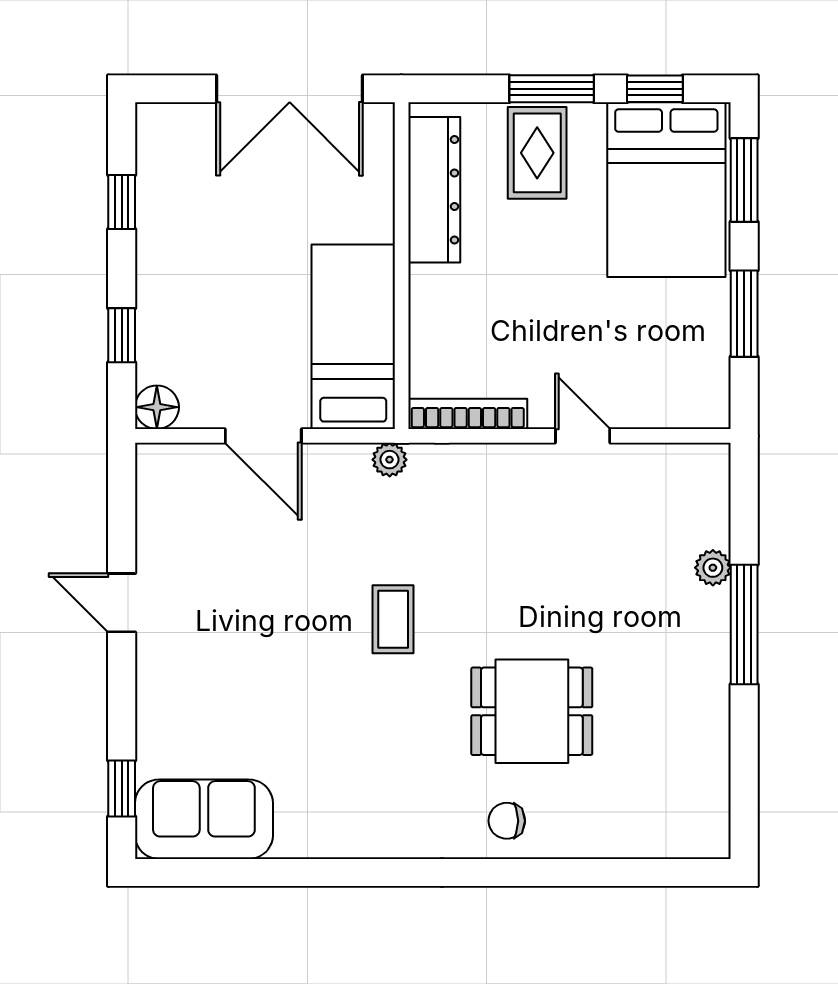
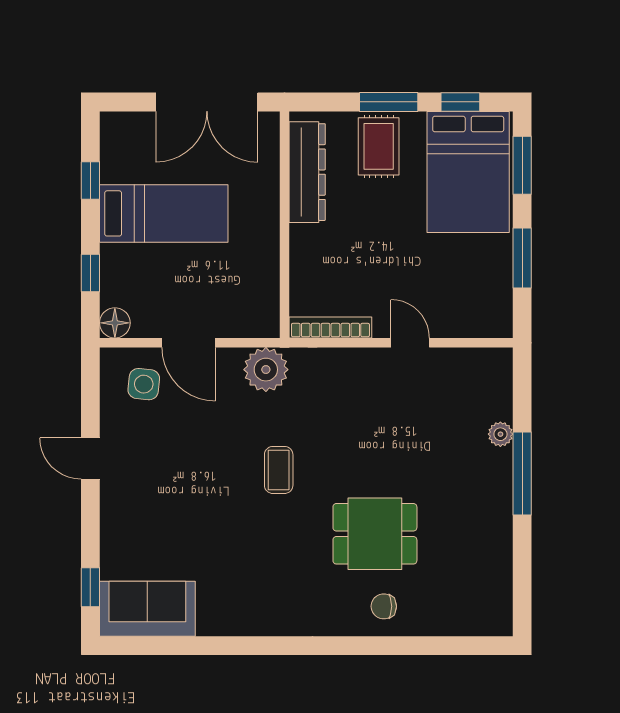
bed: (353, 337) -> (164, 213), moved, turned 90
plant: (390, 460) -> (266, 370), width x1.88, depth x1.88
side table: (199, 496) -> (144, 384), added
chair: (507, 821) -> (384, 606), moved

